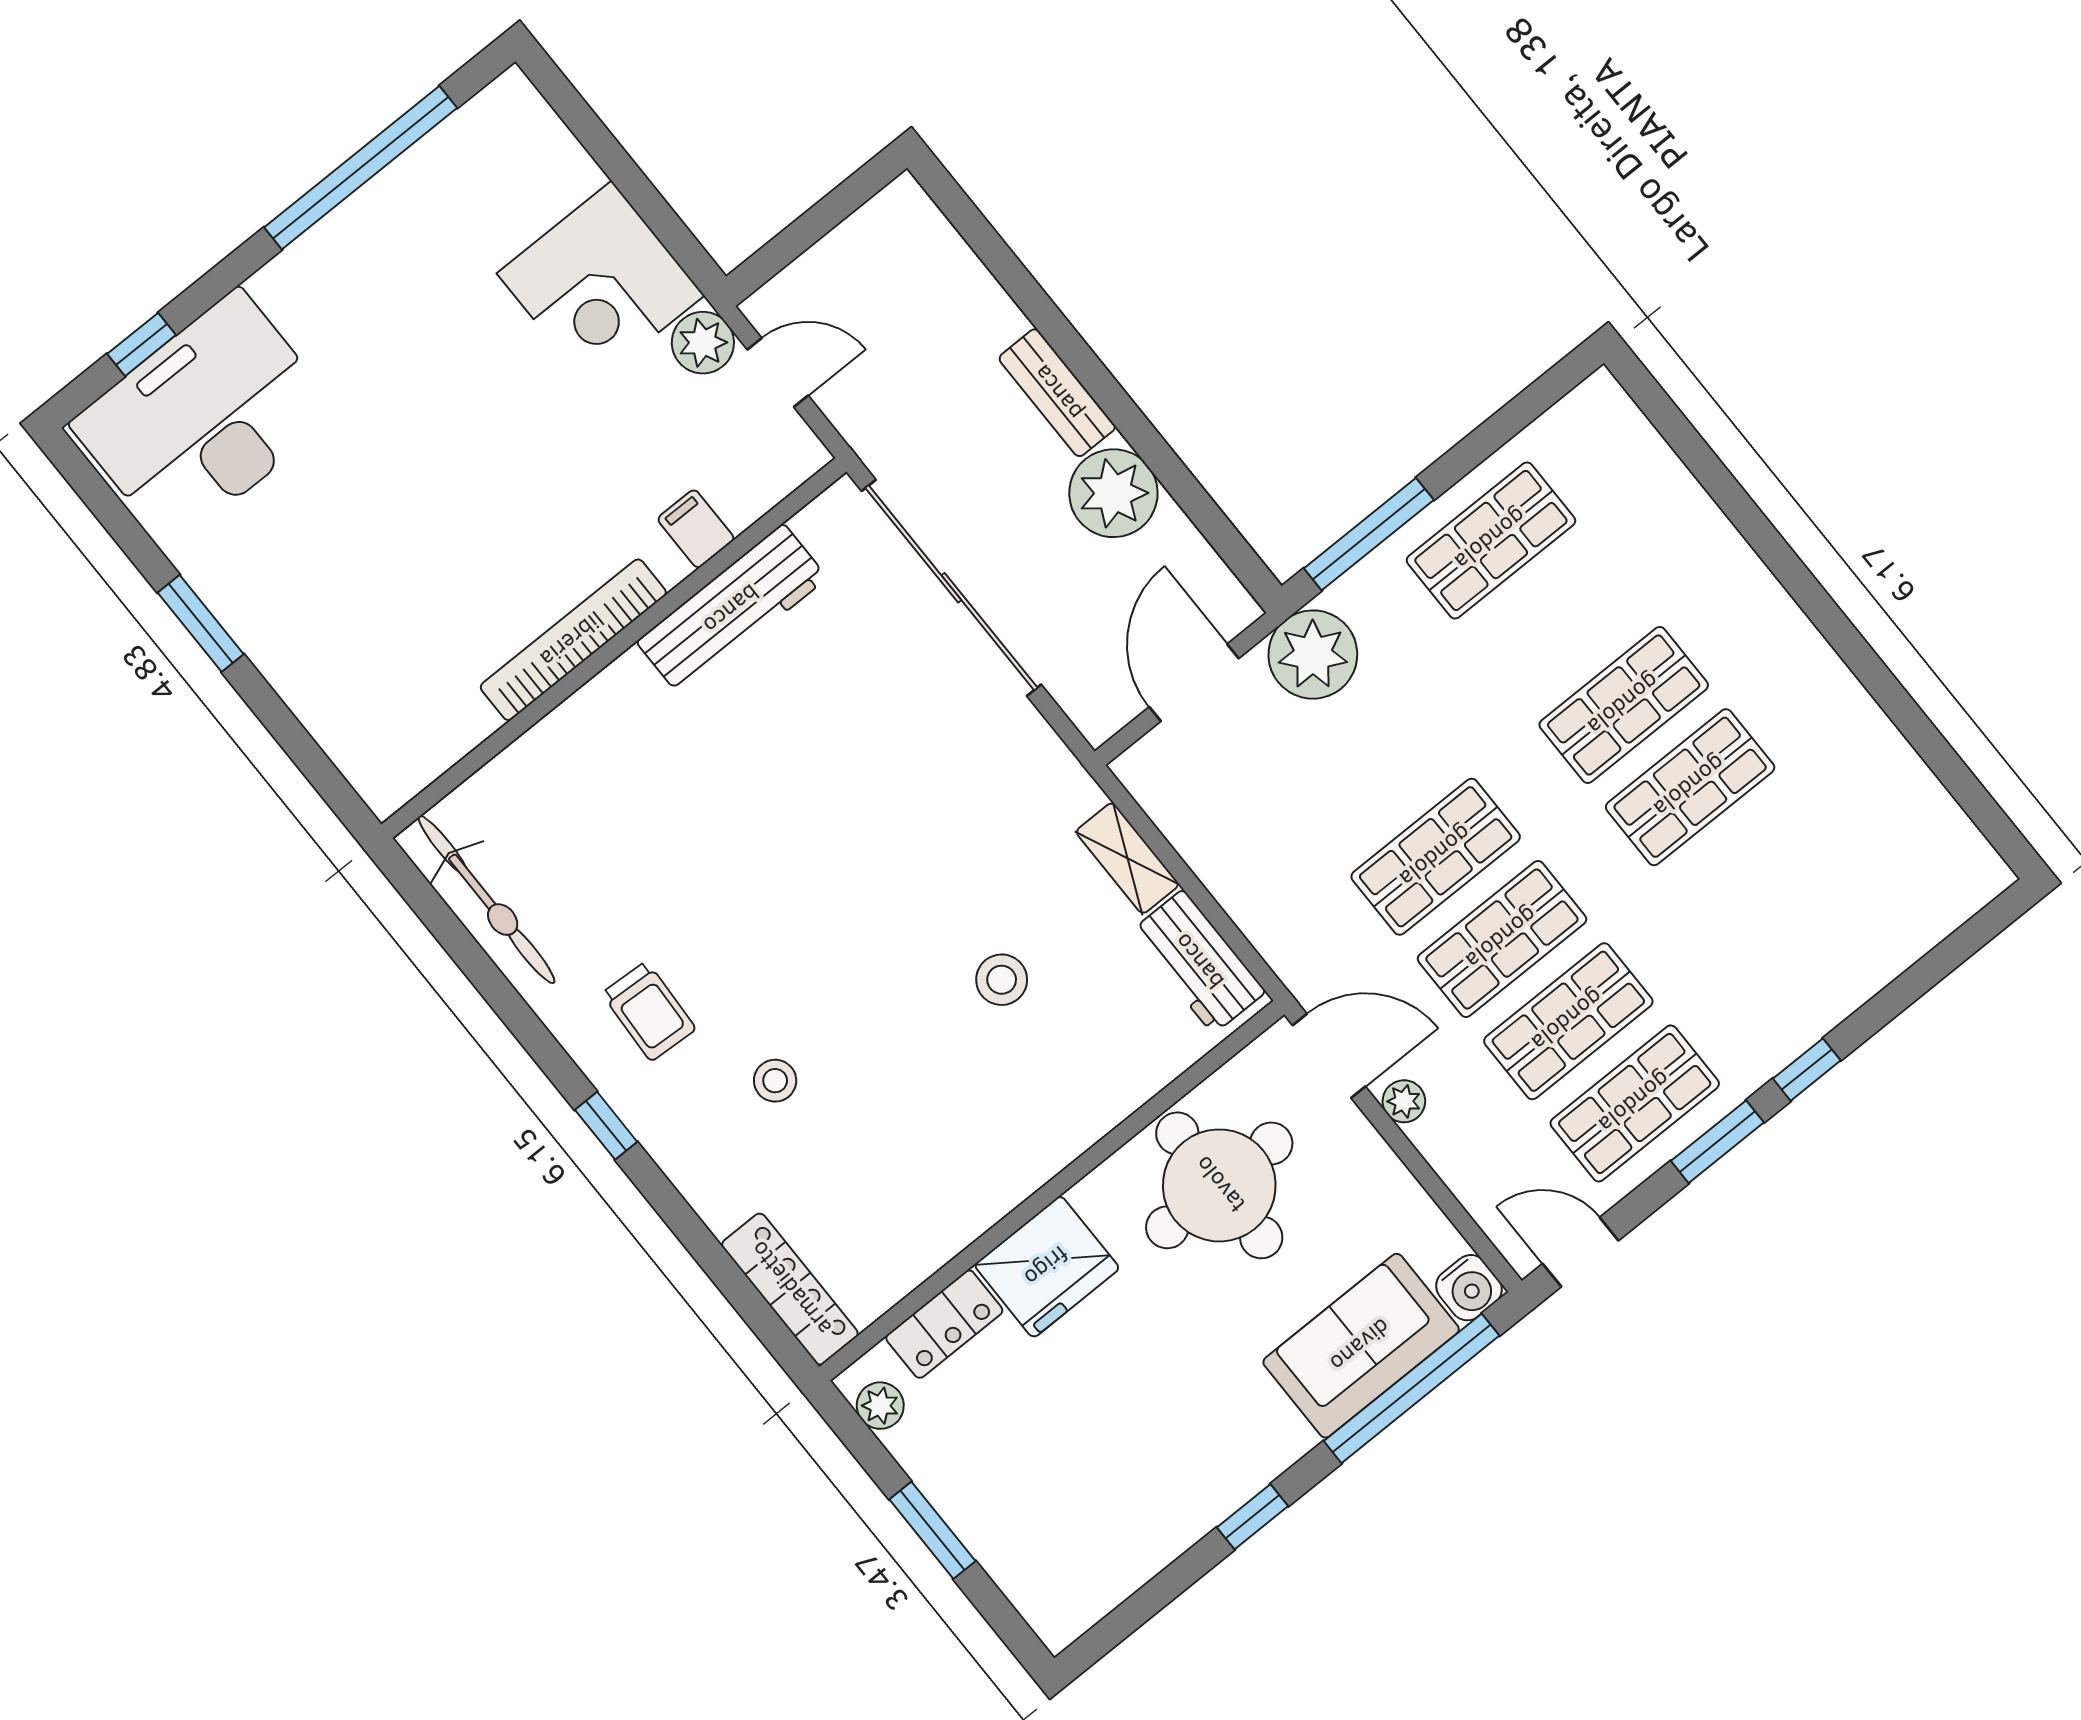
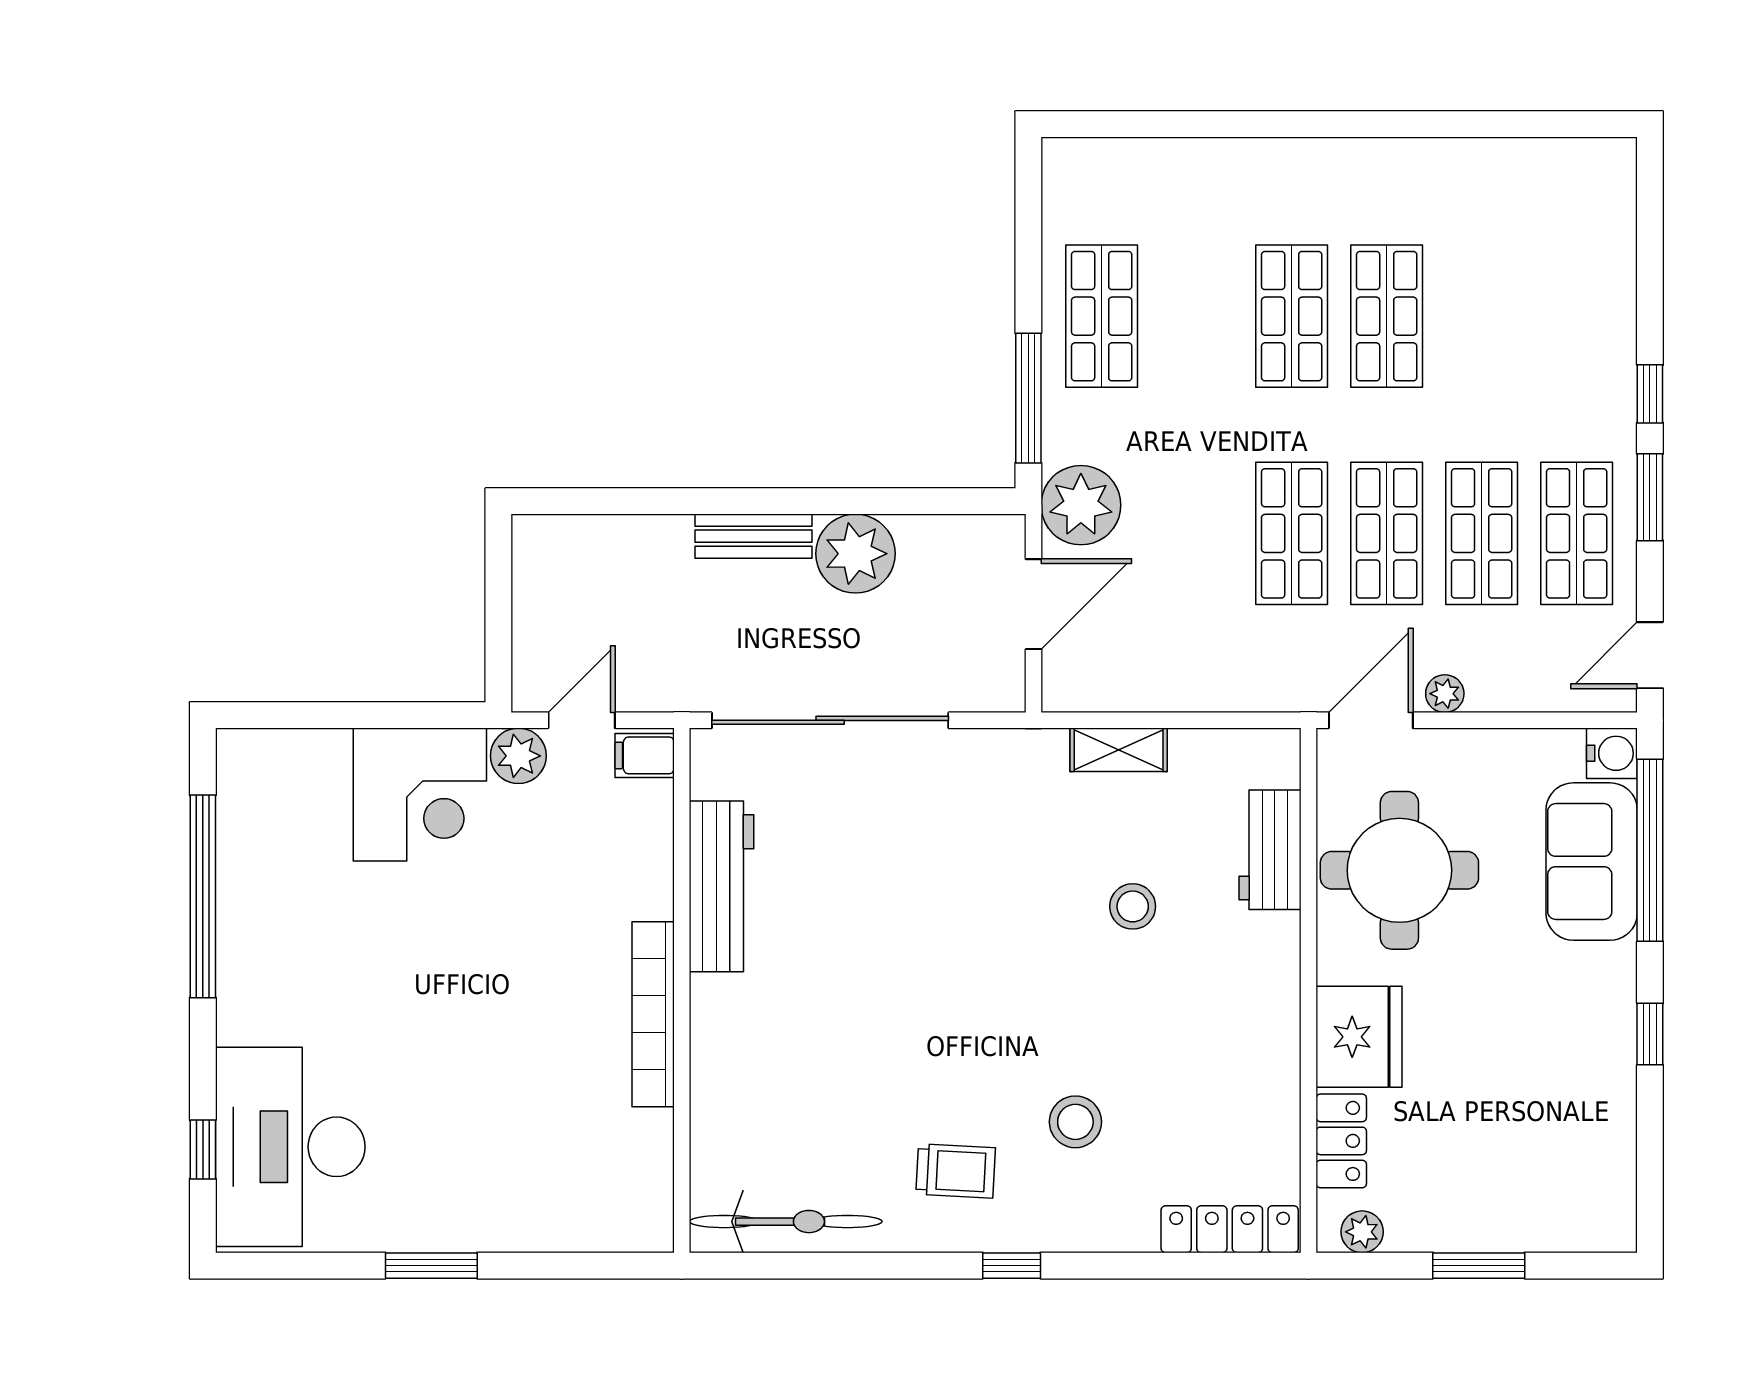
filing cabinet: (696, 529) -> (645, 755), moved
door: (1194, 683) -> (1033, 604), swing flipped
workbench: (1198, 962) -> (1270, 850), moved, turned 90
stool: (775, 1081) -> (1075, 1122), width x1.37, depth x1.37

